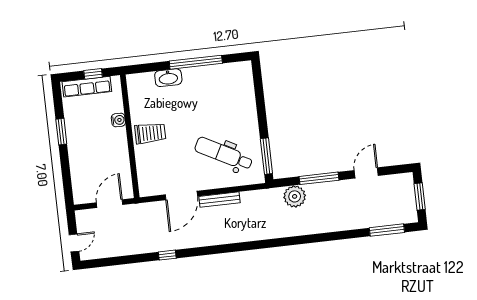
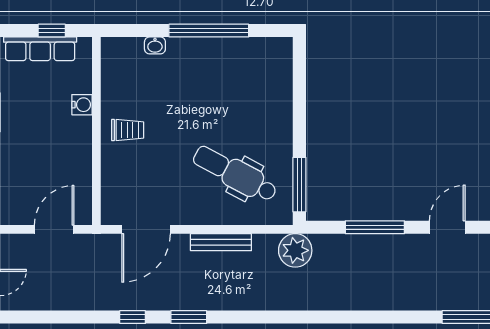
washbasin: (168, 78) -> (155, 45), width x0.52, depth x0.69
trolley: (150, 133) -> (128, 130), width x0.73, depth x0.72
door: (181, 195) -> (146, 229), moved
plant: (295, 196) -> (295, 250), moved
window: (204, 251) -> (189, 317), added

